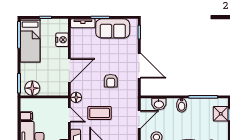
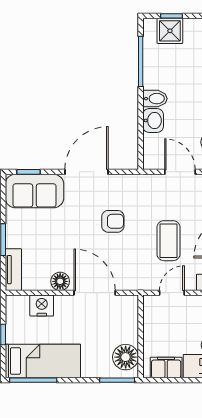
sofa: (113, 28) -> (34, 191), moved, turned 90
floor lamp: (76, 97) -> (60, 281), moved
washbasin: (159, 104) -> (153, 120), moved
filing cabinet: (26, 116) -> (166, 367), width x2.00

